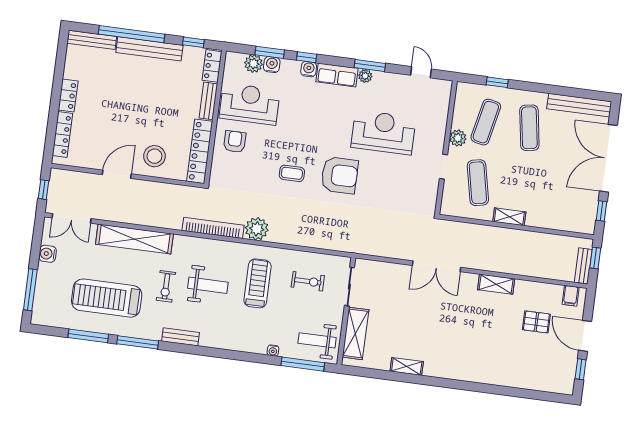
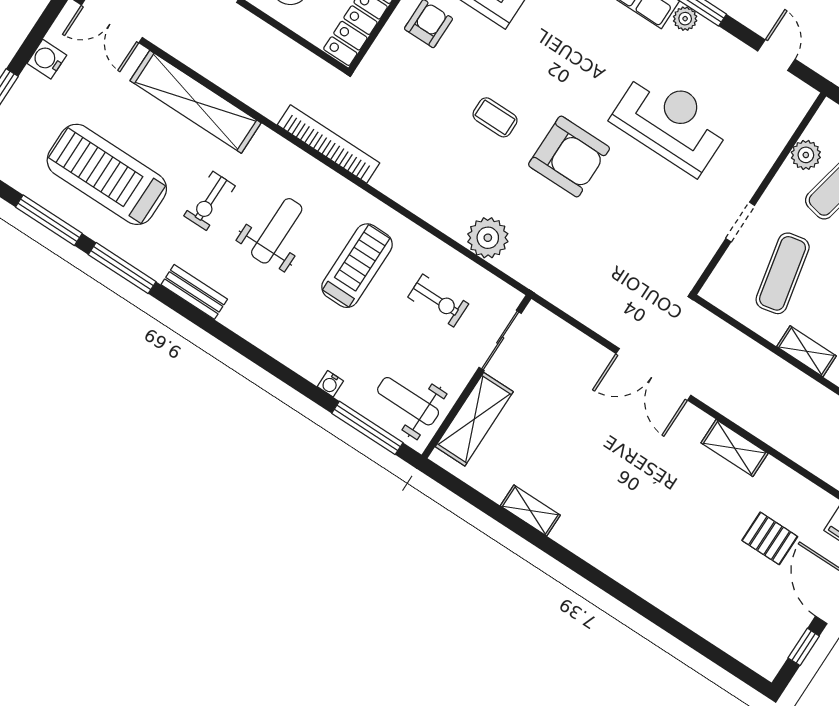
plant: (458, 138) -> (806, 155), moved
plant: (257, 229) -> (488, 238), moved
weight bench: (208, 285) -> (277, 231), turned -90

